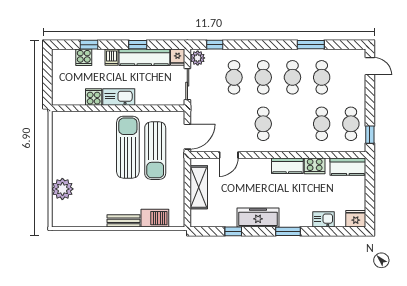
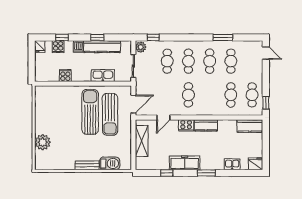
fridge: (178, 57) -> (40, 47), moved
kitchen sink: (119, 97) -> (103, 76), moved
cooker: (315, 166) -> (186, 125), moved

